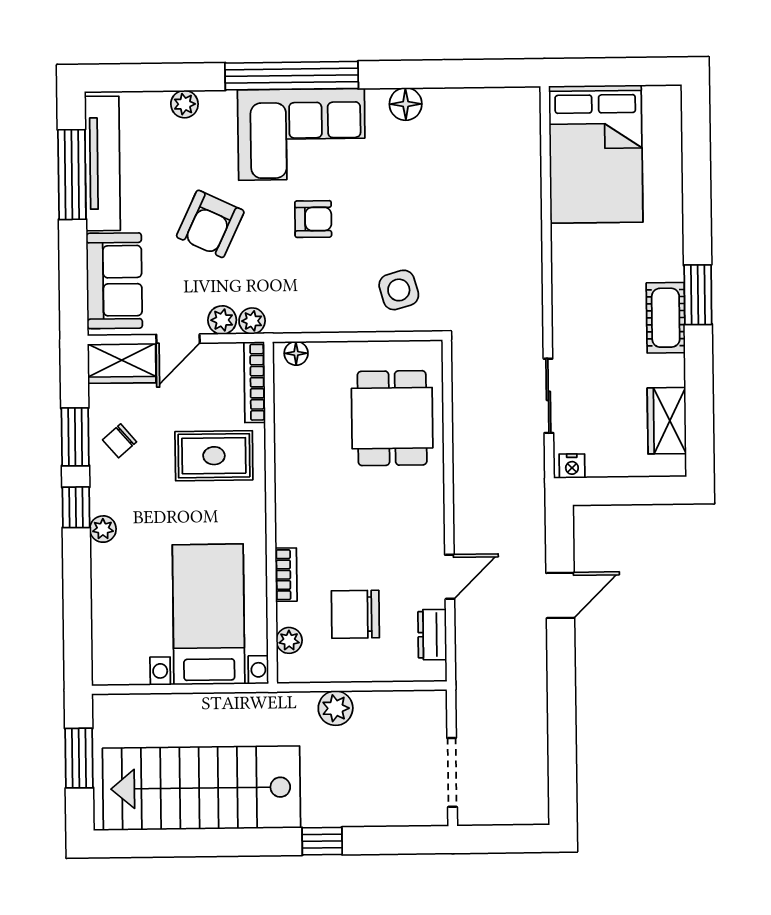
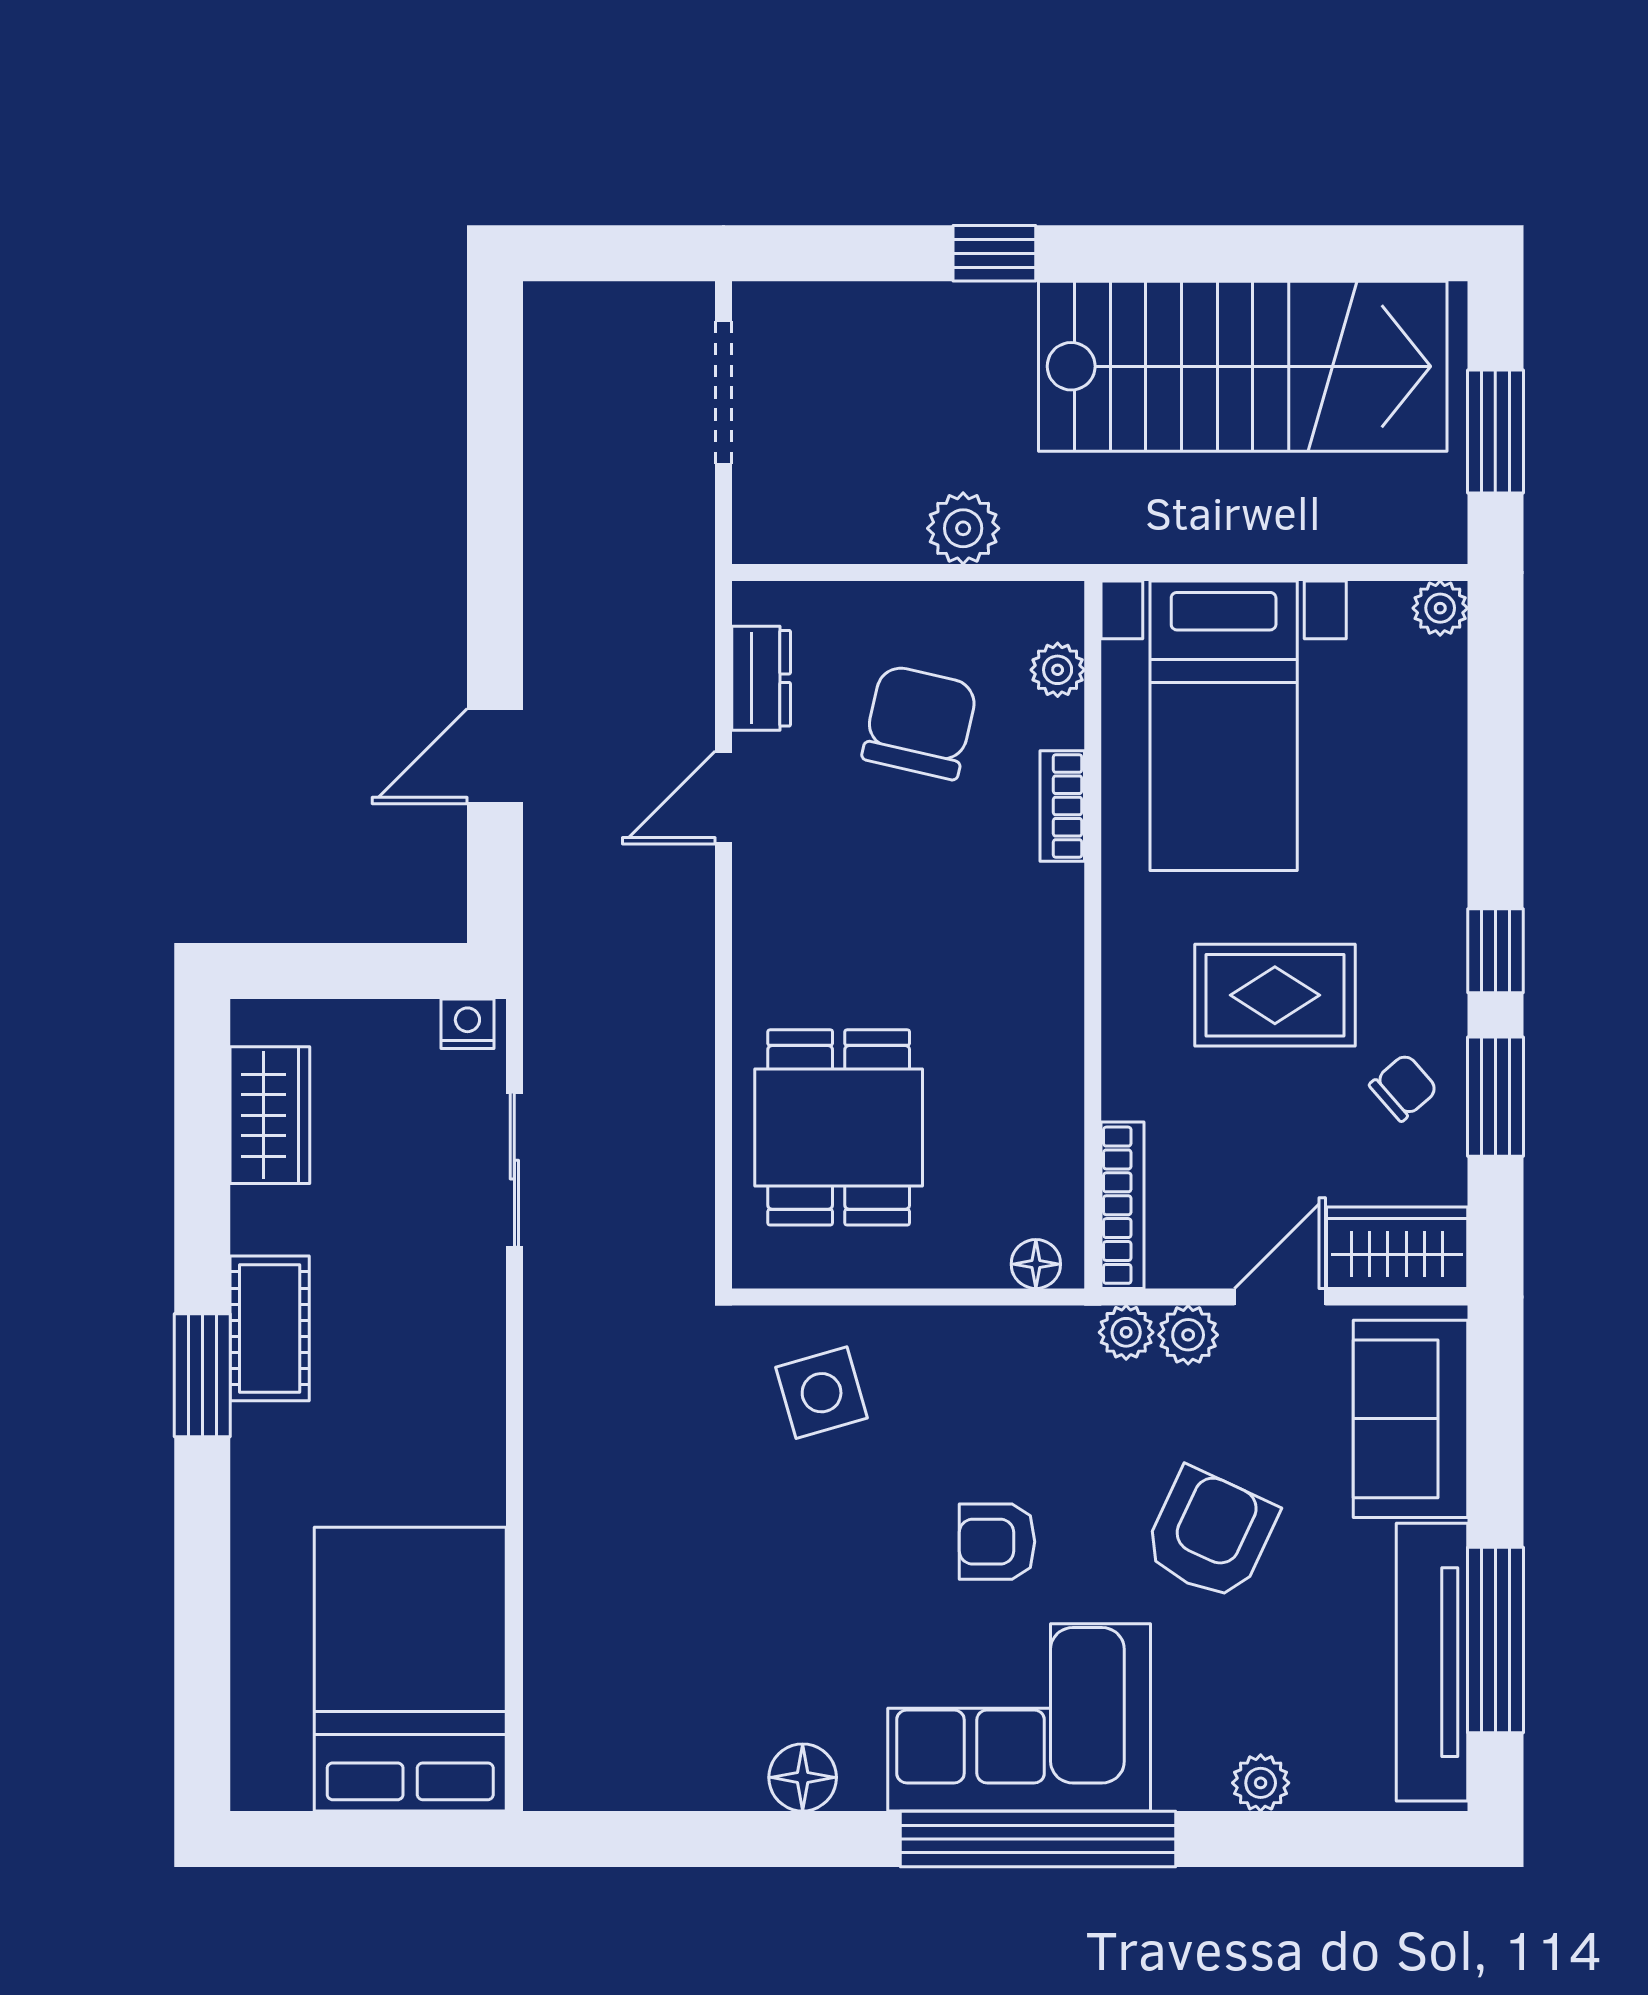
rug: (214, 456) -> (1275, 995), moved
plant: (103, 529) -> (1440, 608), moved
chair: (355, 614) -> (920, 722), turned -77

